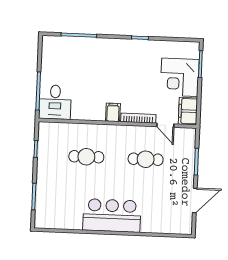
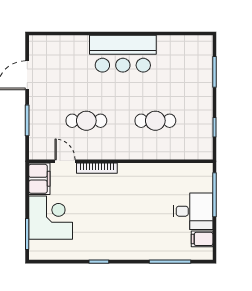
desk: (55, 102) -> (193, 211), moved, turned 90
filing cabinet: (113, 112) -> (202, 239), moved, turned 90

